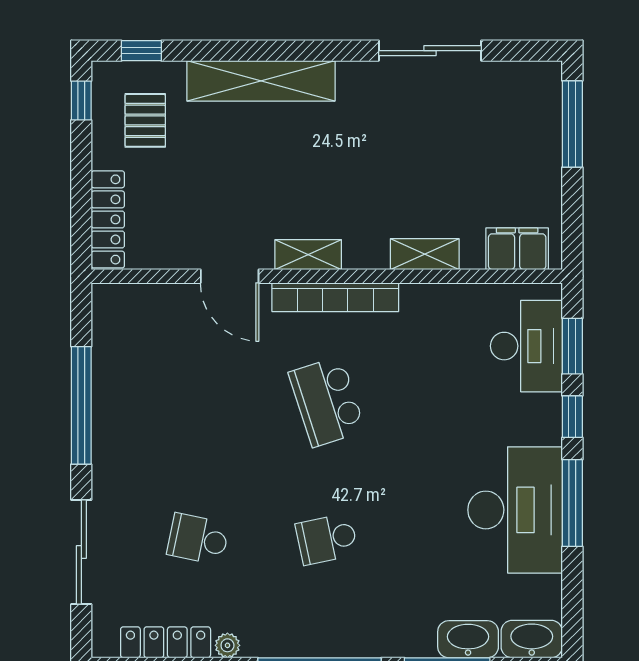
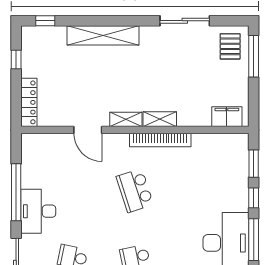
window: (81, 100) -> (16, 59), moved
pallet: (145, 120) -> (230, 46), moved
shelving: (425, 254) -> (160, 119), moved
bookcase: (335, 297) -> (160, 140), moved
desk: (526, 346) -> (38, 211), moved, turned 180

